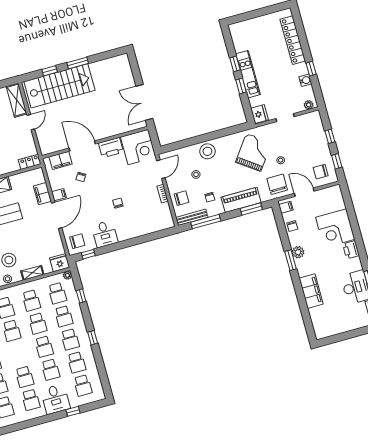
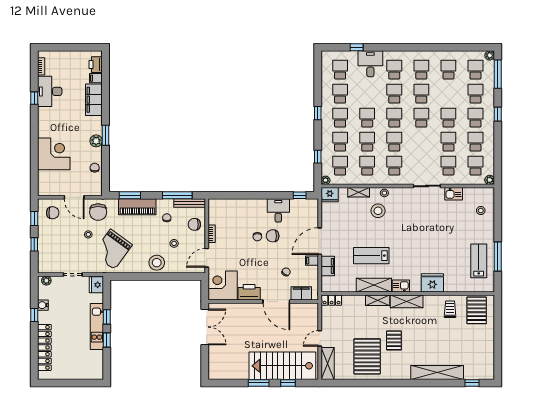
filing cabinet: (286, 207) -> (96, 78), moved
chair: (77, 241) -> (273, 236), moved
printer: (351, 250) -> (96, 65), moved, turned 180
school desk: (50, 370) -> (394, 118), moved

